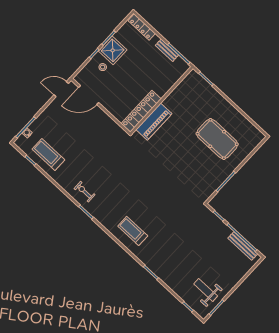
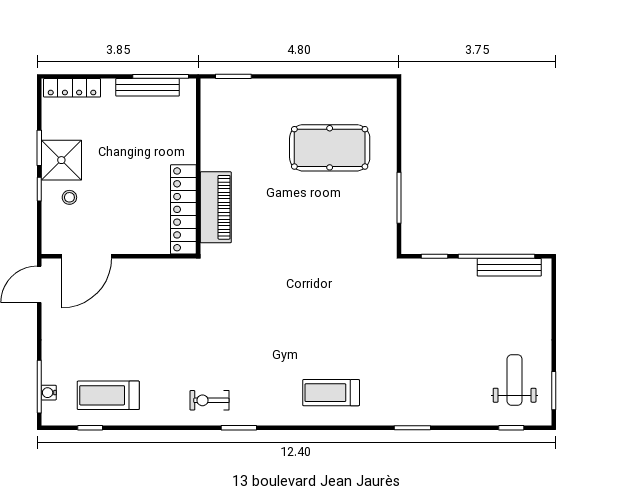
bench: (167, 50) -> (148, 87), width x1.36
weight bench: (206, 290) -> (515, 380), turned 90

